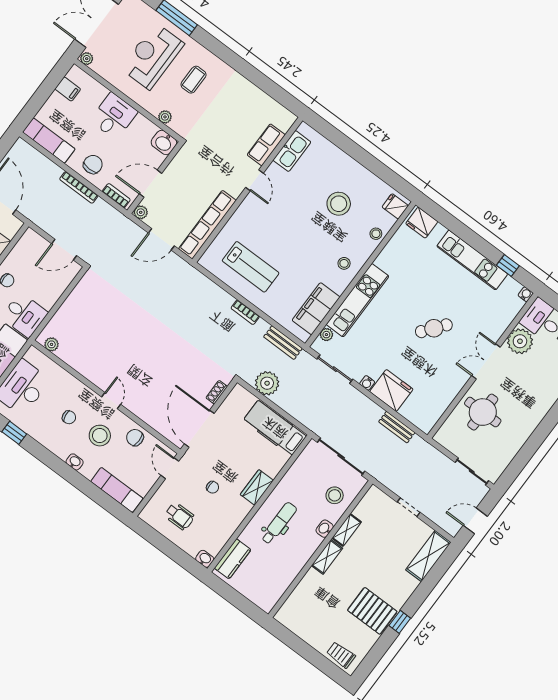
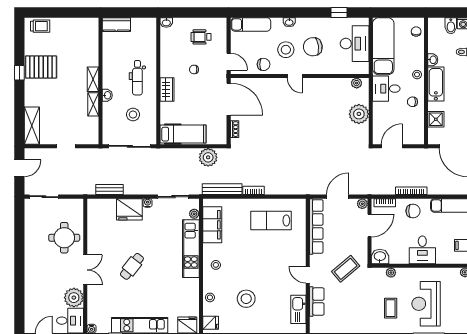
reception desk: (153, 56) -> (426, 304), turned 180
coffee table: (210, 157) -> (346, 269), added
chair: (93, 164) -> (413, 211), turned -90
plant: (73, 310) -> (359, 114), added
bench: (283, 343) -> (222, 189), width x1.36
chair: (69, 417) -> (313, 47), width x1.87, depth x1.87
stool: (335, 495) -> (133, 115), moved
kitchen counter: (233, 559) -> (116, 25), moved, turned -90

